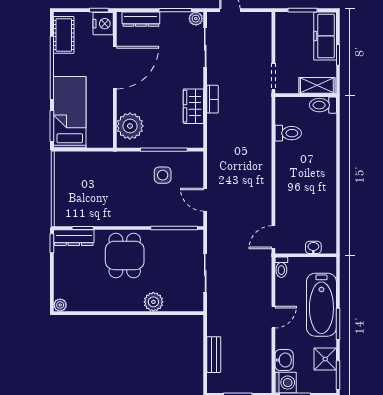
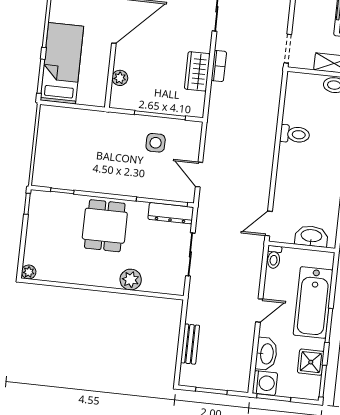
plant: (130, 126) -> (120, 78), width x0.53, depth x0.53
toilet: (288, 133) -> (295, 134), moved
dresser: (74, 238) -> (171, 213), moved
washbasin: (313, 247) -> (311, 236), width x1.91, depth x1.45
washbasin: (284, 360) -> (266, 354), width x1.38

